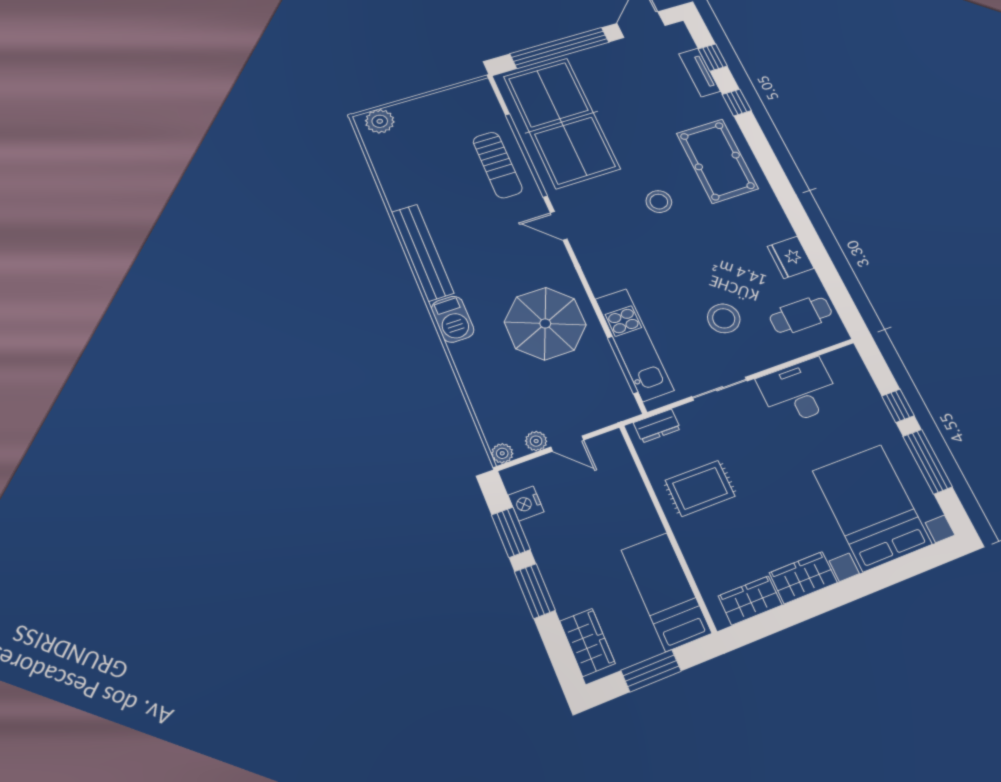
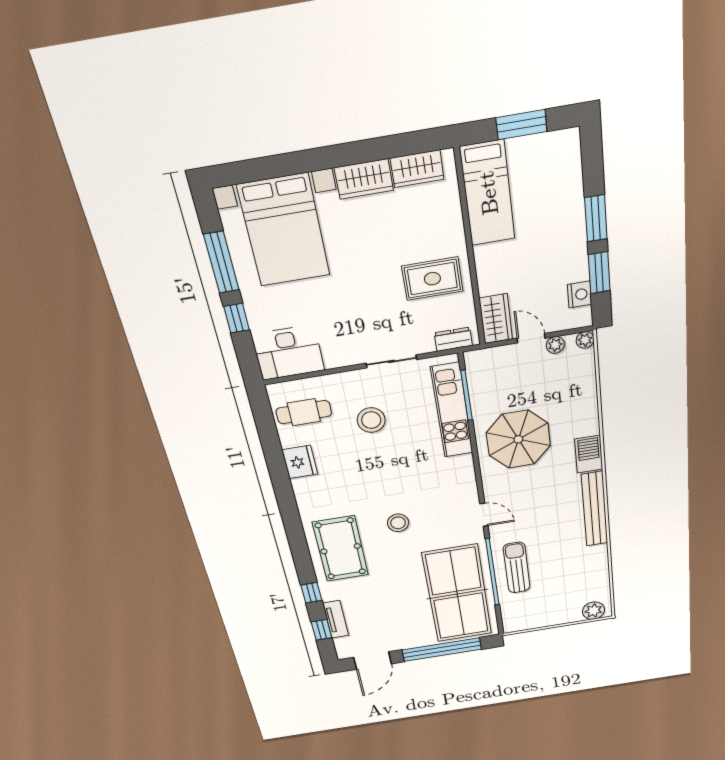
desk: (799, 391) -> (288, 353), moved
wardrobe: (587, 642) -> (496, 319), moved, turned 180

